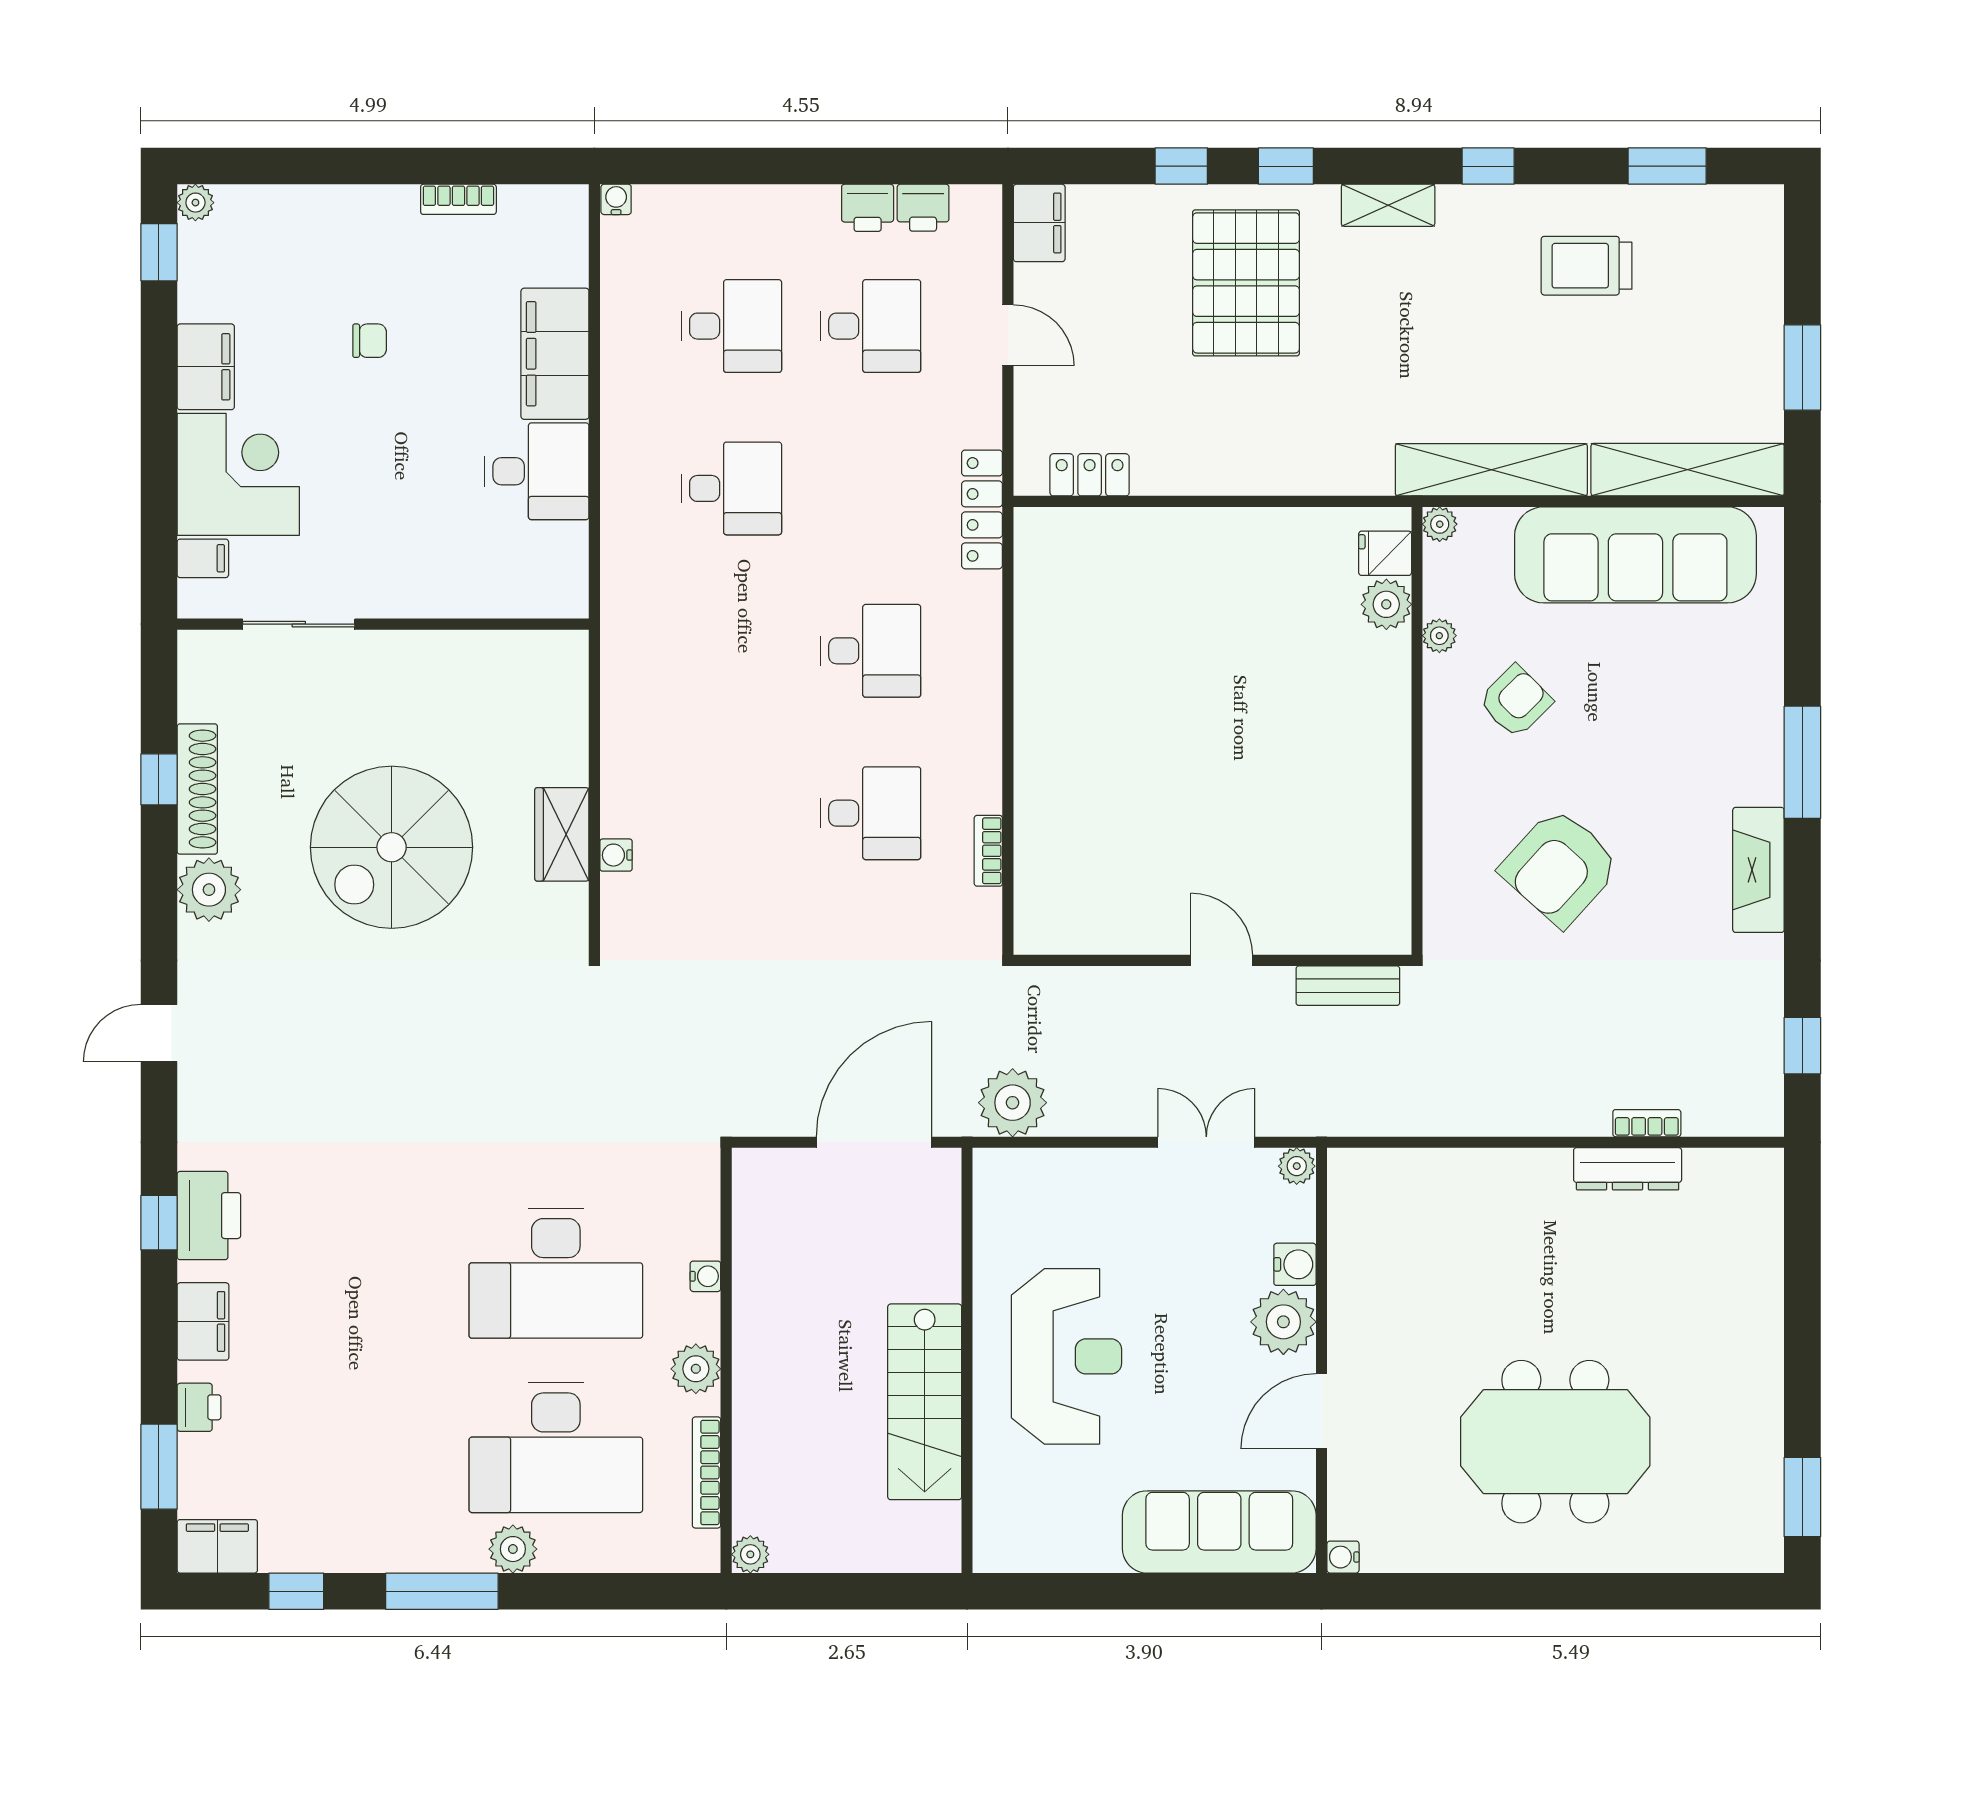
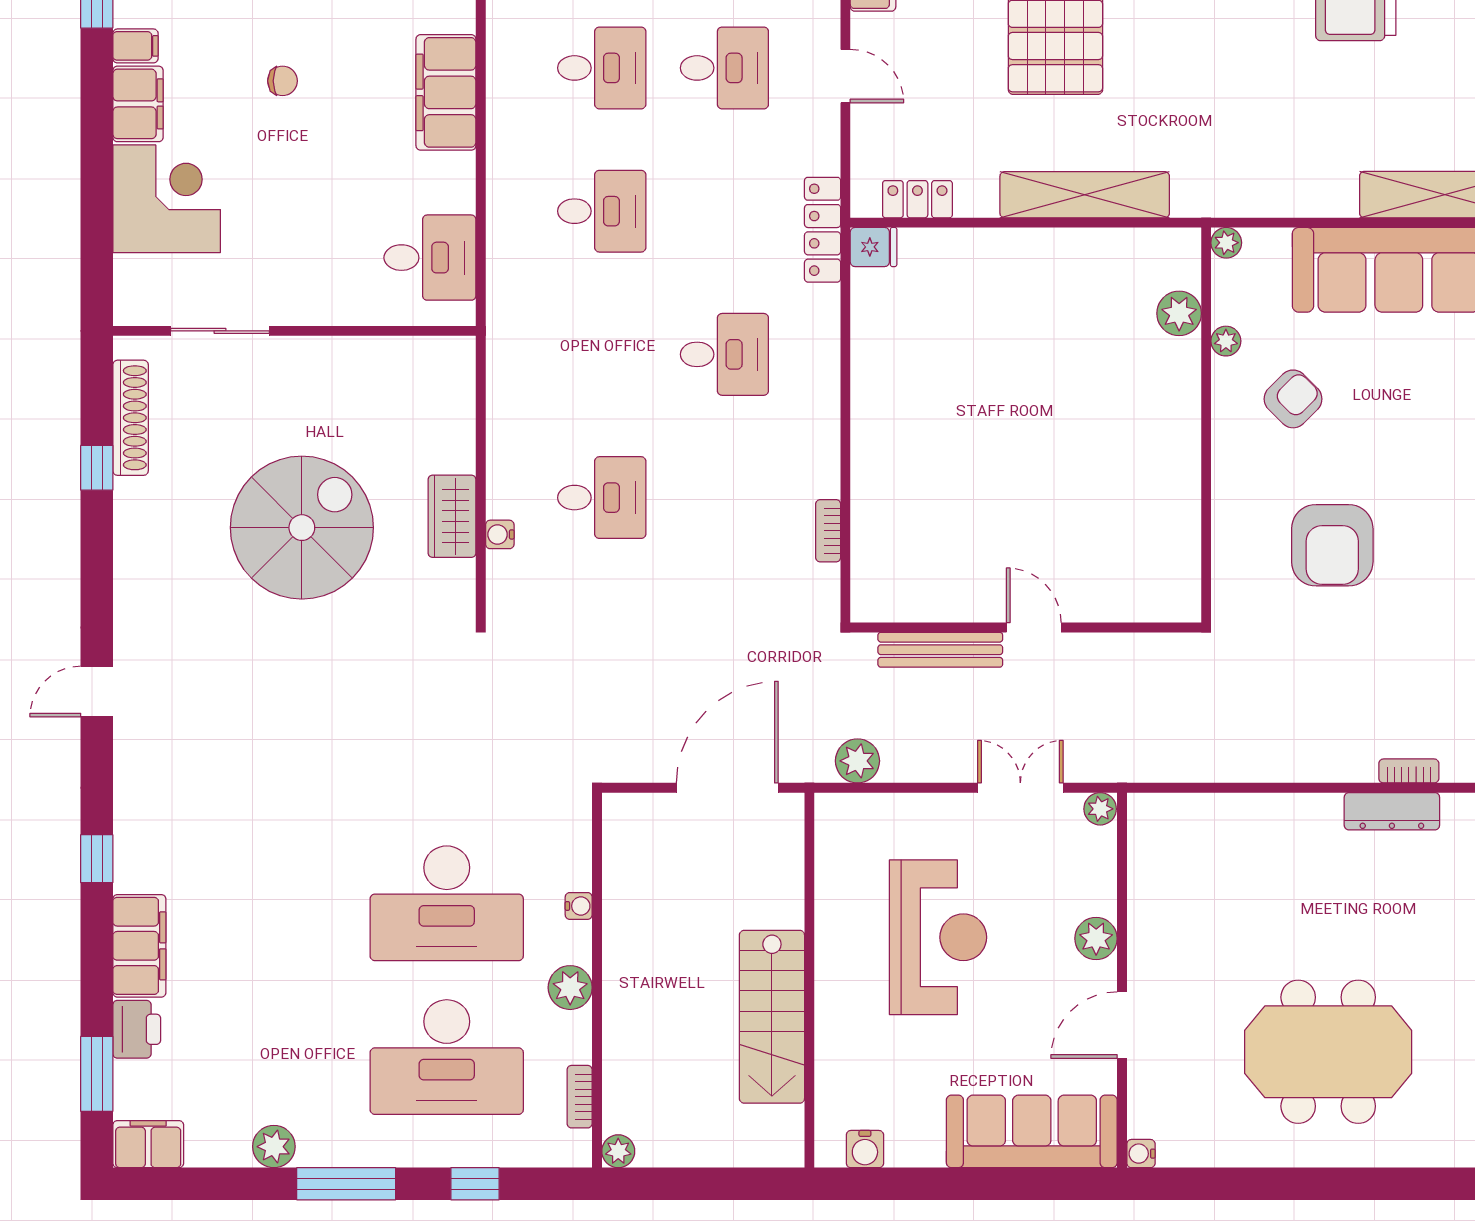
shelving: (1491, 470) -> (1085, 195), moved
desk: (537, 471) -> (430, 258), moved
fridge: (1385, 553) -> (874, 247), moved, turned 180
filing cabinet: (203, 558) -> (135, 46), moved
shoe rack: (197, 789) -> (131, 418), moved
desk: (871, 813) -> (602, 498), moved
spiral stairs: (392, 847) -> (302, 528), turned 180
armchair: (1560, 867) -> (1332, 545), turned -42
plant: (209, 890) -> (141, 565), removed
bench: (1348, 986) -> (940, 650), moved, width x1.36
plant: (1013, 1103) -> (857, 761), width x0.73, depth x0.73
printer: (209, 1216) -> (141, 852), removed
water cooler: (1295, 1264) -> (865, 1149), moved, turned 90
filing cabinet: (203, 1321) -> (139, 946), width x1.50, depth x1.17
plant: (1283, 1322) -> (1096, 938), width x0.73, depth x0.73
reception desk: (1066, 1356) -> (938, 937), moved
printer: (199, 1407) -> (137, 1029), width x1.36, depth x1.24
bookcase: (706, 1472) -> (580, 1097), width x0.64
plant: (513, 1549) -> (274, 1147), moved
window: (296, 1591) -> (475, 1184), moved

